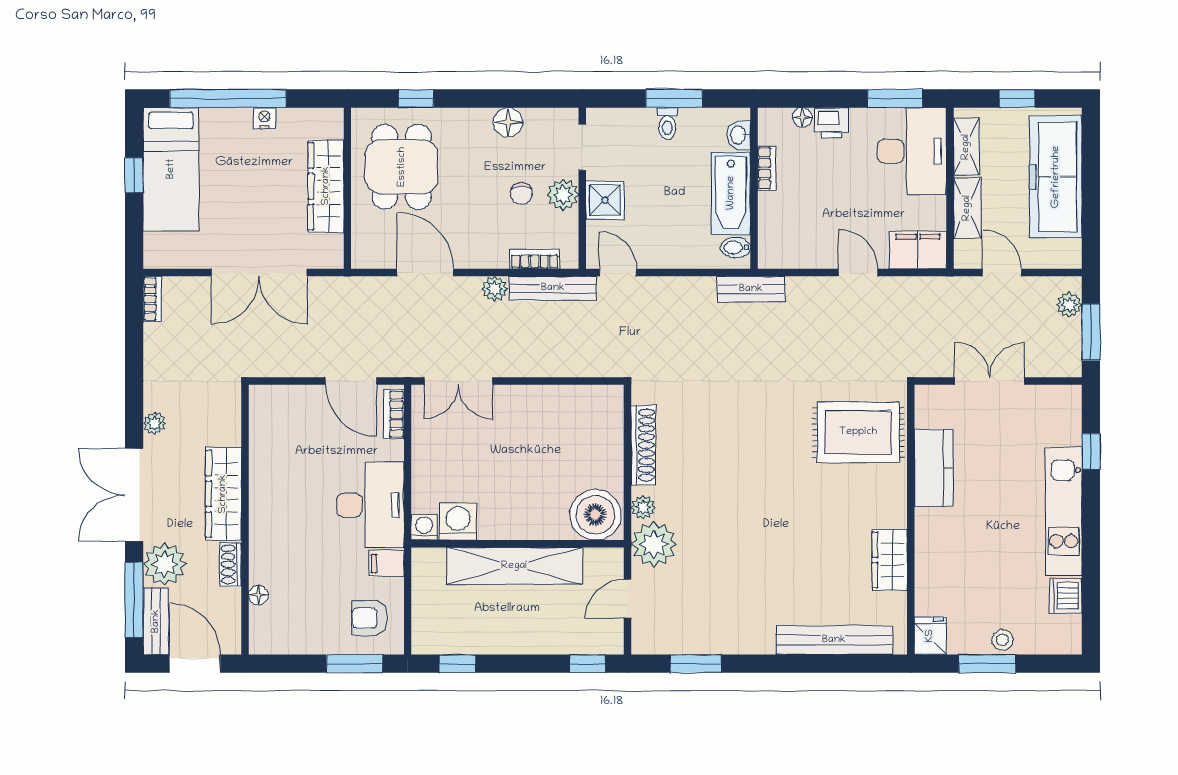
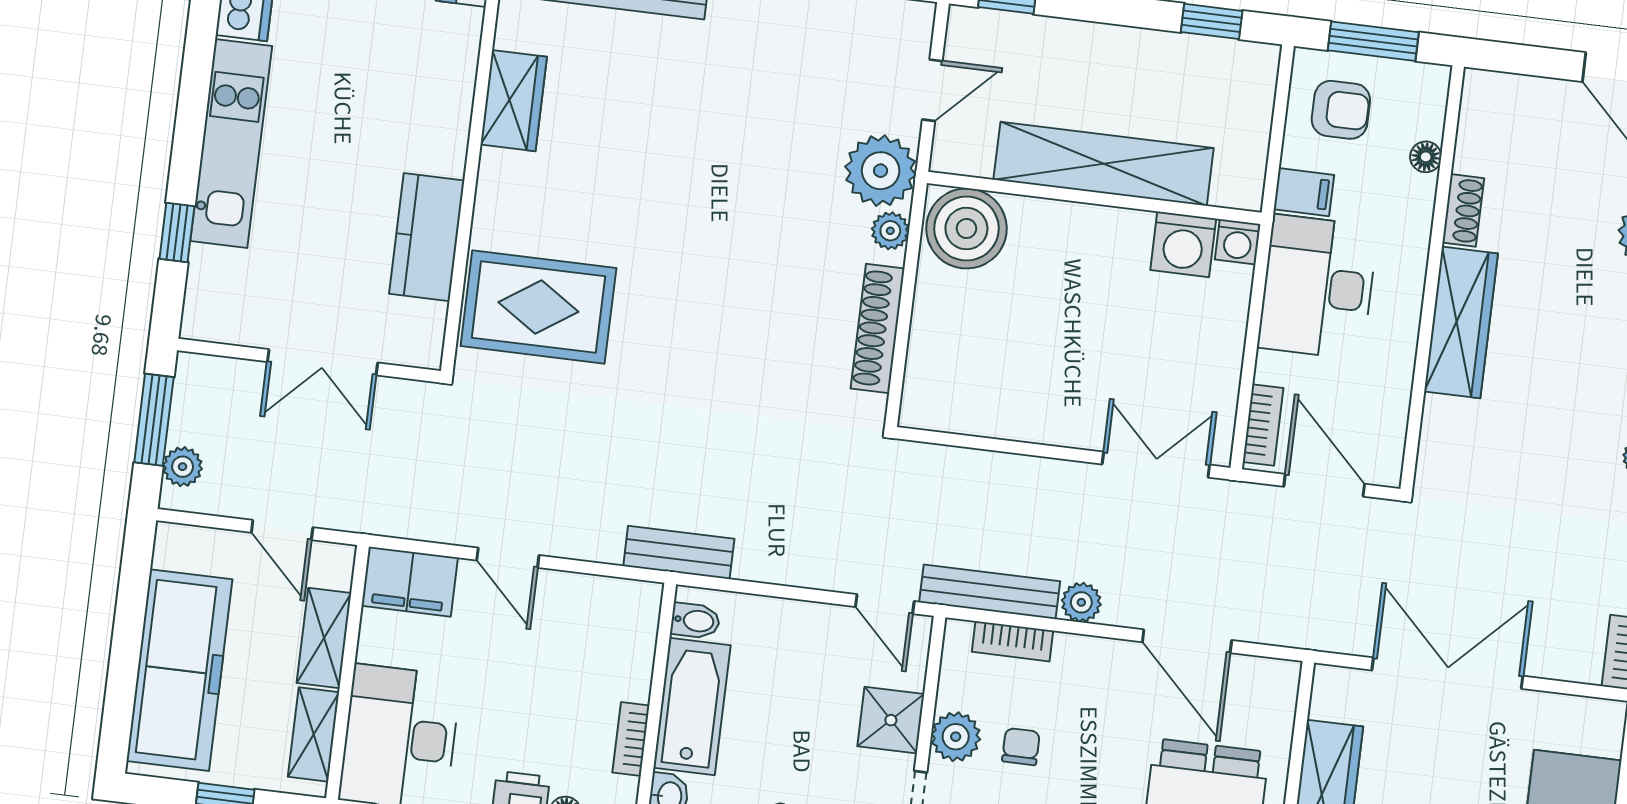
wardrobe: (223, 494) -> (1461, 322), moved
wall: (245, 520) -> (1432, 278), moved
shoe rack: (231, 564) -> (1463, 210), moved
floor lamp: (258, 595) -> (1426, 157), moved

